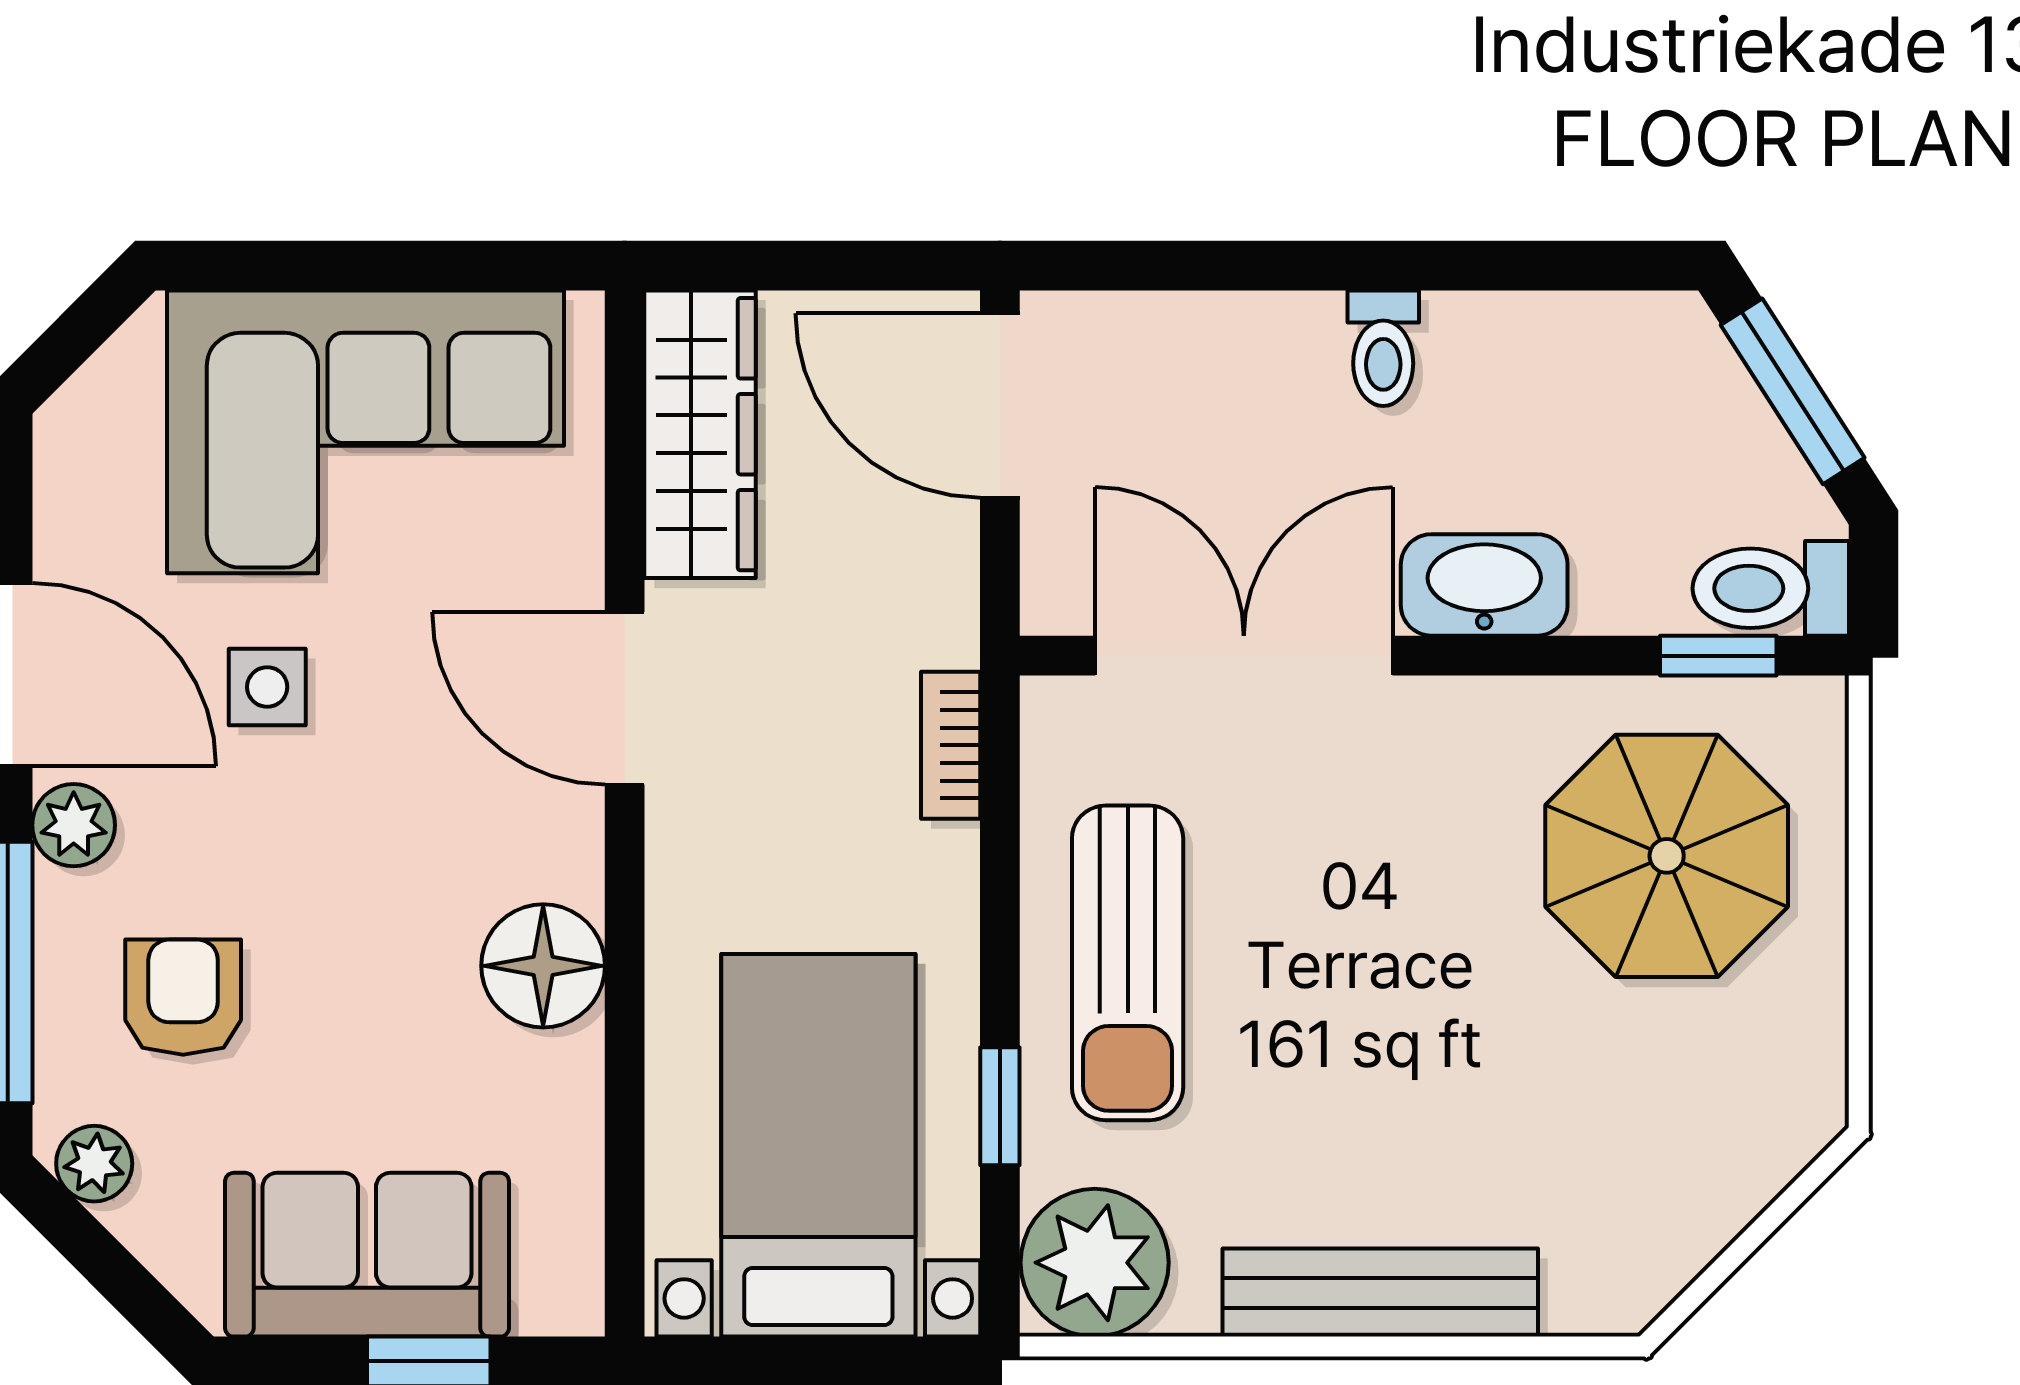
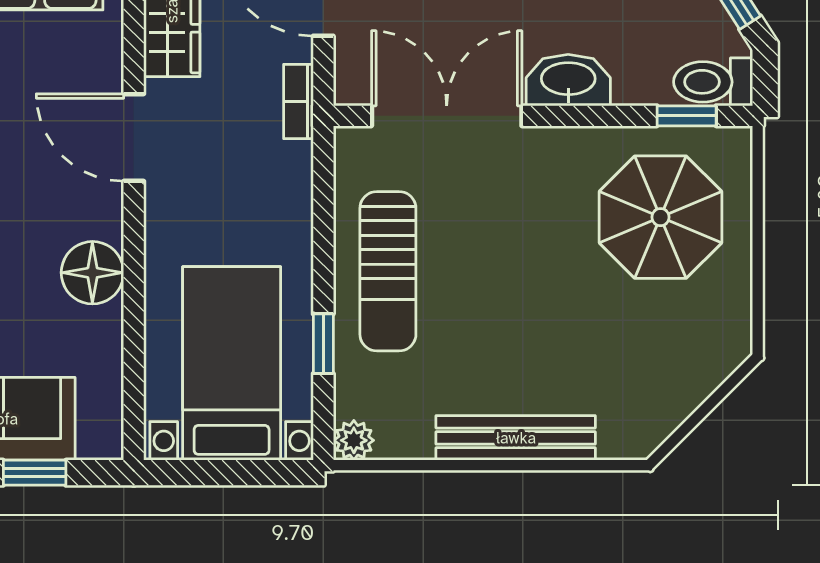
bookcase: (951, 745) -> (298, 102), moved
plant: (1095, 1263) -> (354, 440), width x0.53, depth x0.53

